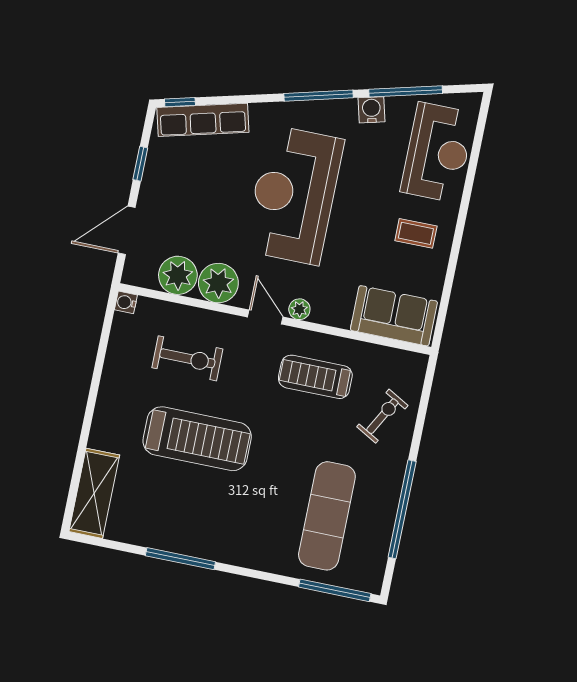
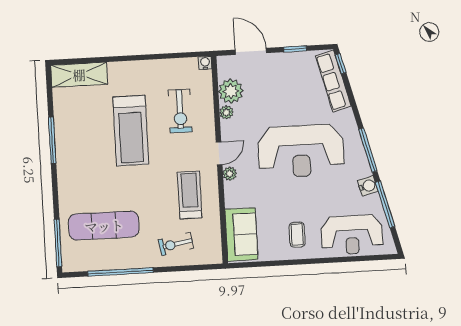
reception desk: (294, 195) -> (301, 151), turned 180
plant: (218, 283) -> (226, 112), width x0.53, depth x0.53
exercise bike: (382, 416) -> (176, 244), turned 141

